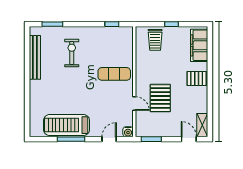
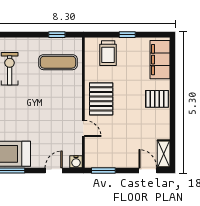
exercise mat: (114, 74) -> (58, 62), moved
pallet: (160, 98) -> (101, 99), moved

